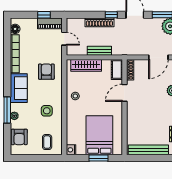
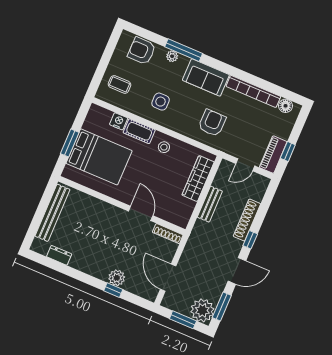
cot: (117, 70) -> (139, 131), moved
armchair: (46, 72) -> (212, 123), turned -90
nightstand: (71, 150) -> (119, 121), moved

